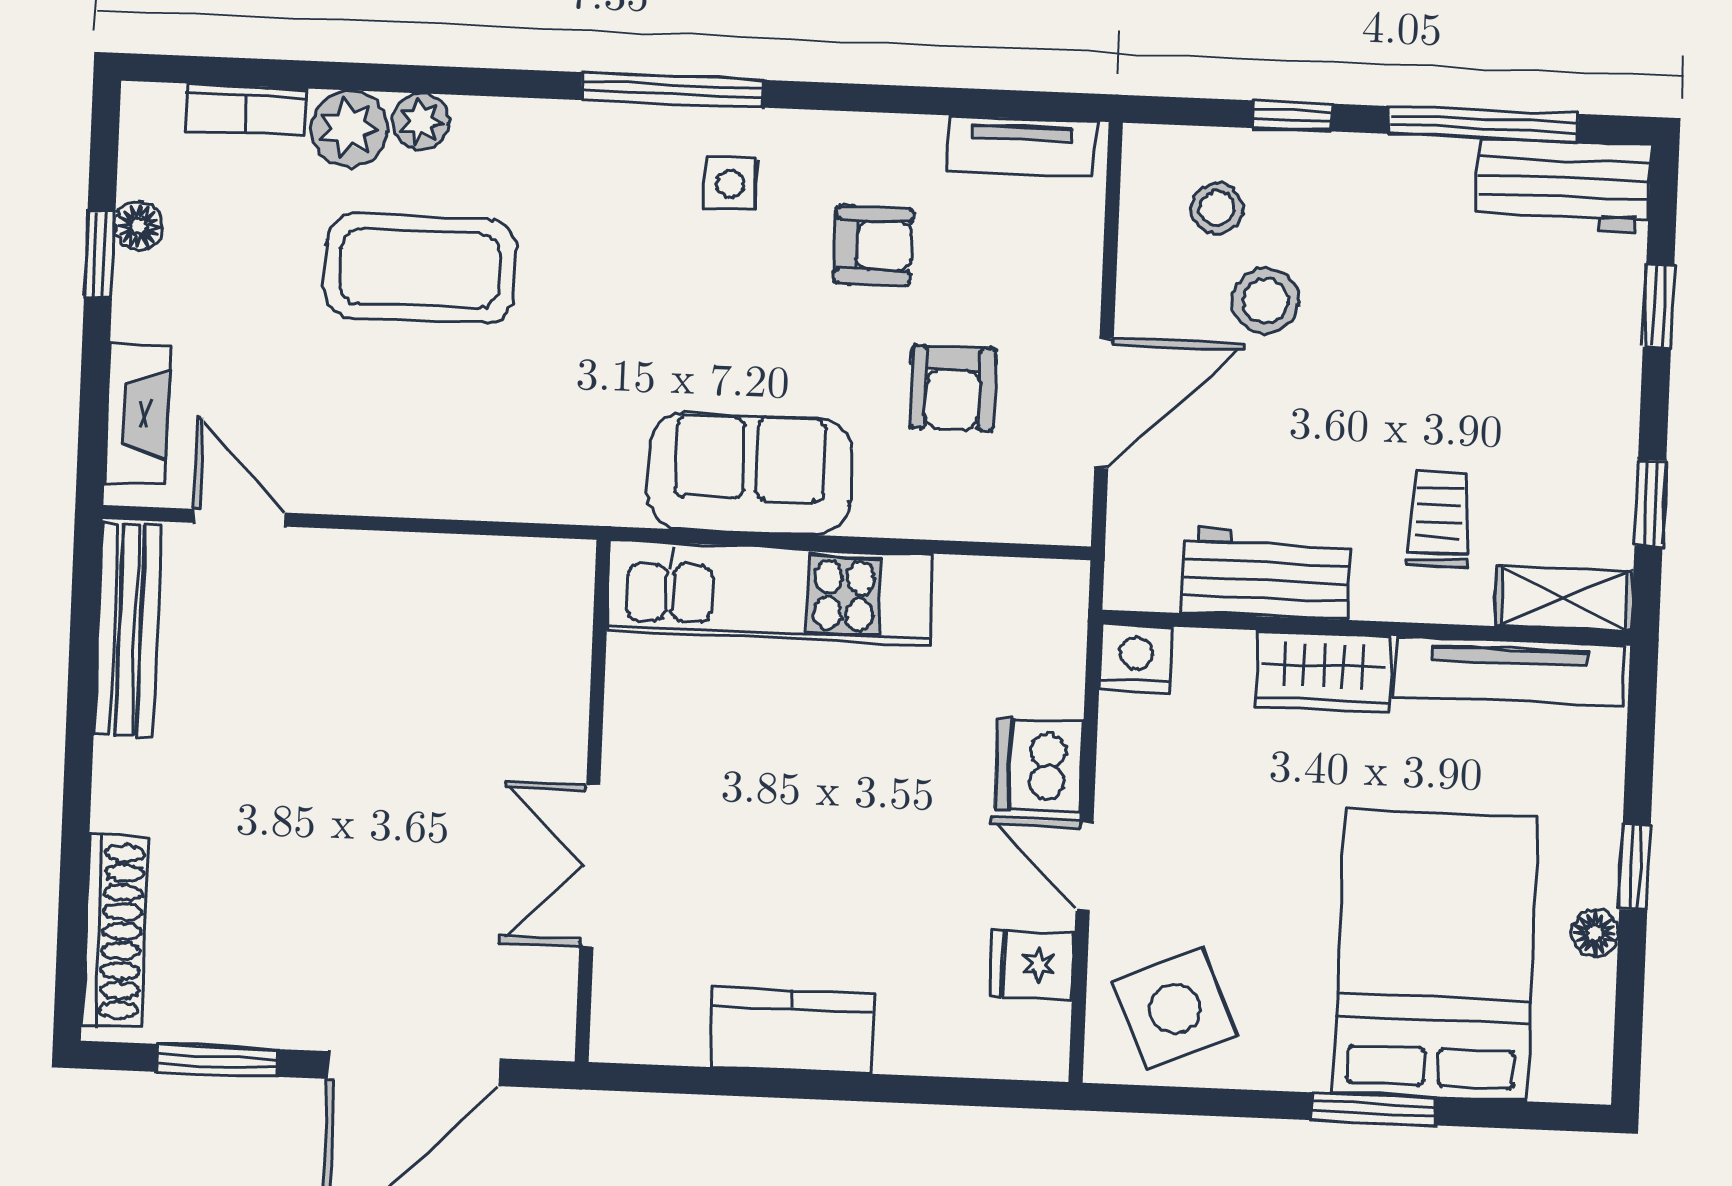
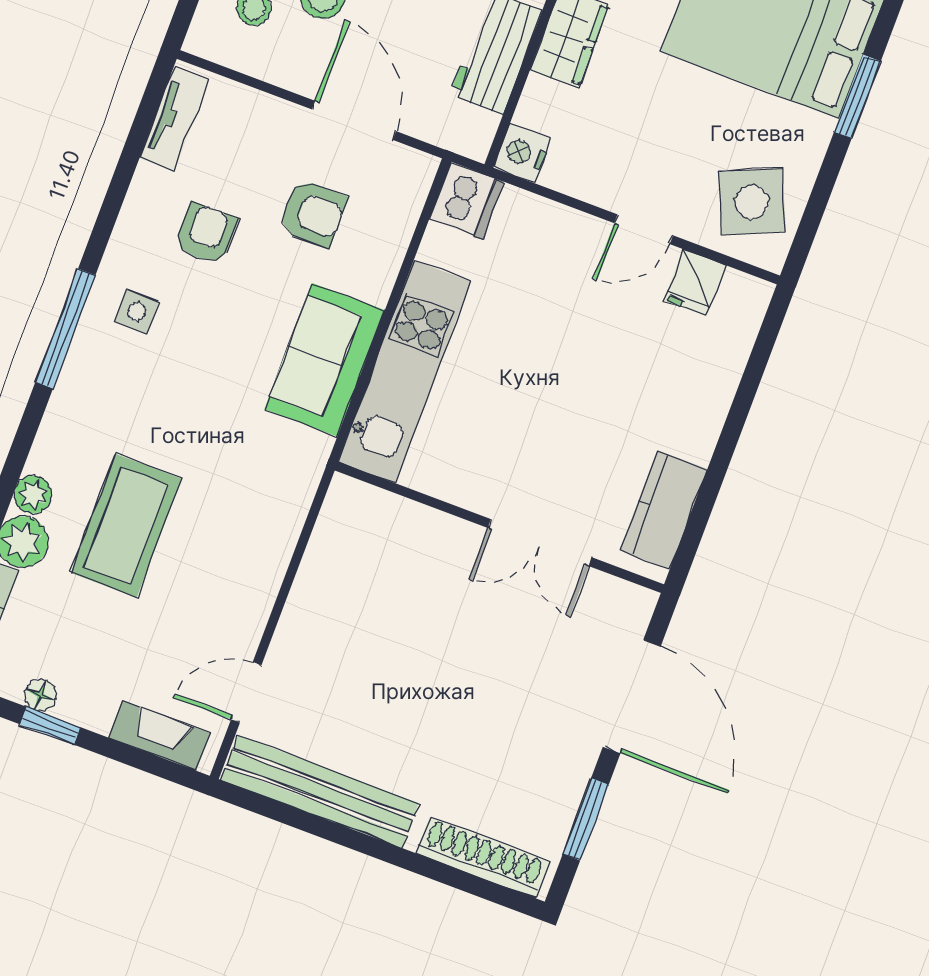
bench: (128, 630) -> (320, 791), width x1.37, depth x1.21
dishwasher: (1039, 765) -> (467, 200), moved, turned -90
kitchen counter: (792, 1030) -> (664, 510), moved

